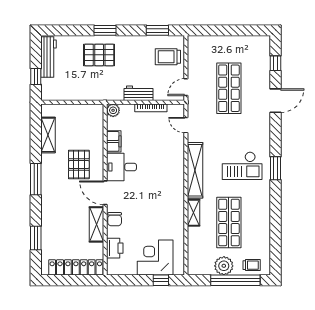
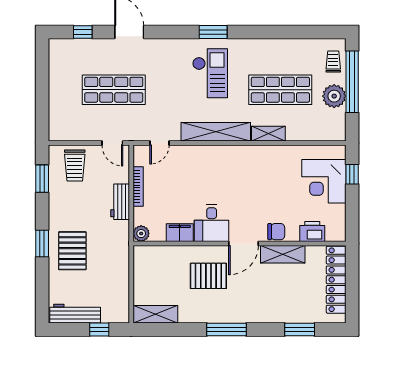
shelving: (48, 135) -> (155, 314), moved

